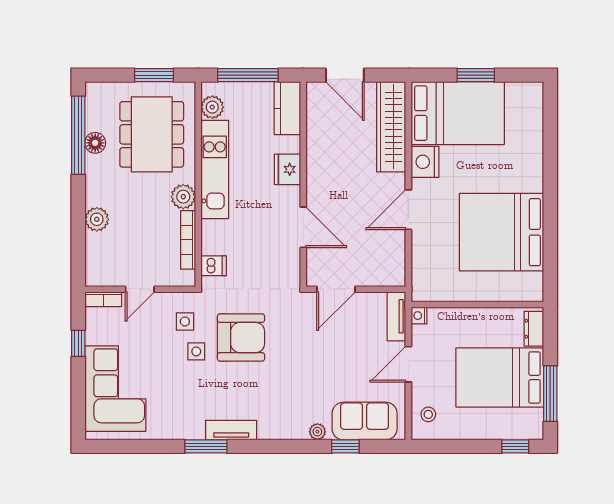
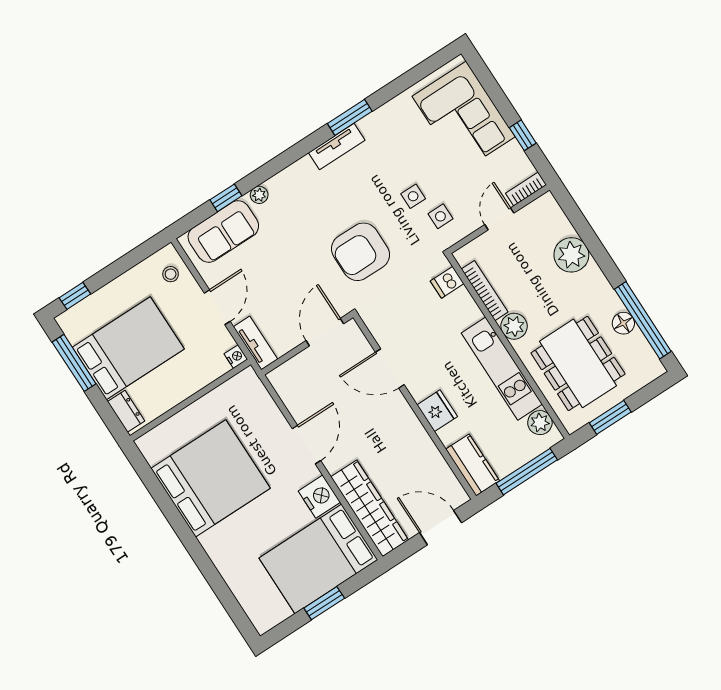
plant: (97, 219) -> (571, 255), width x1.36, depth x1.36
armchair: (241, 338) -> (360, 252), moved

